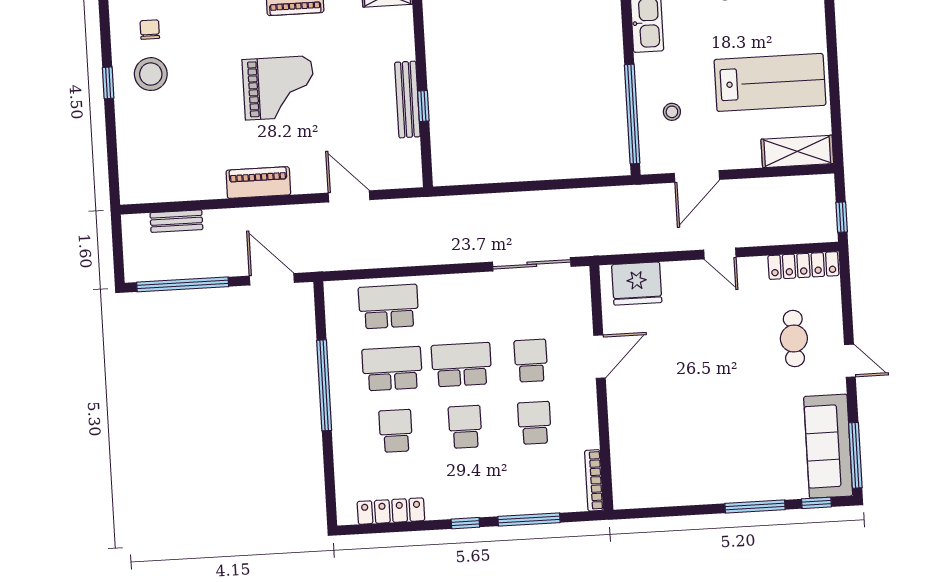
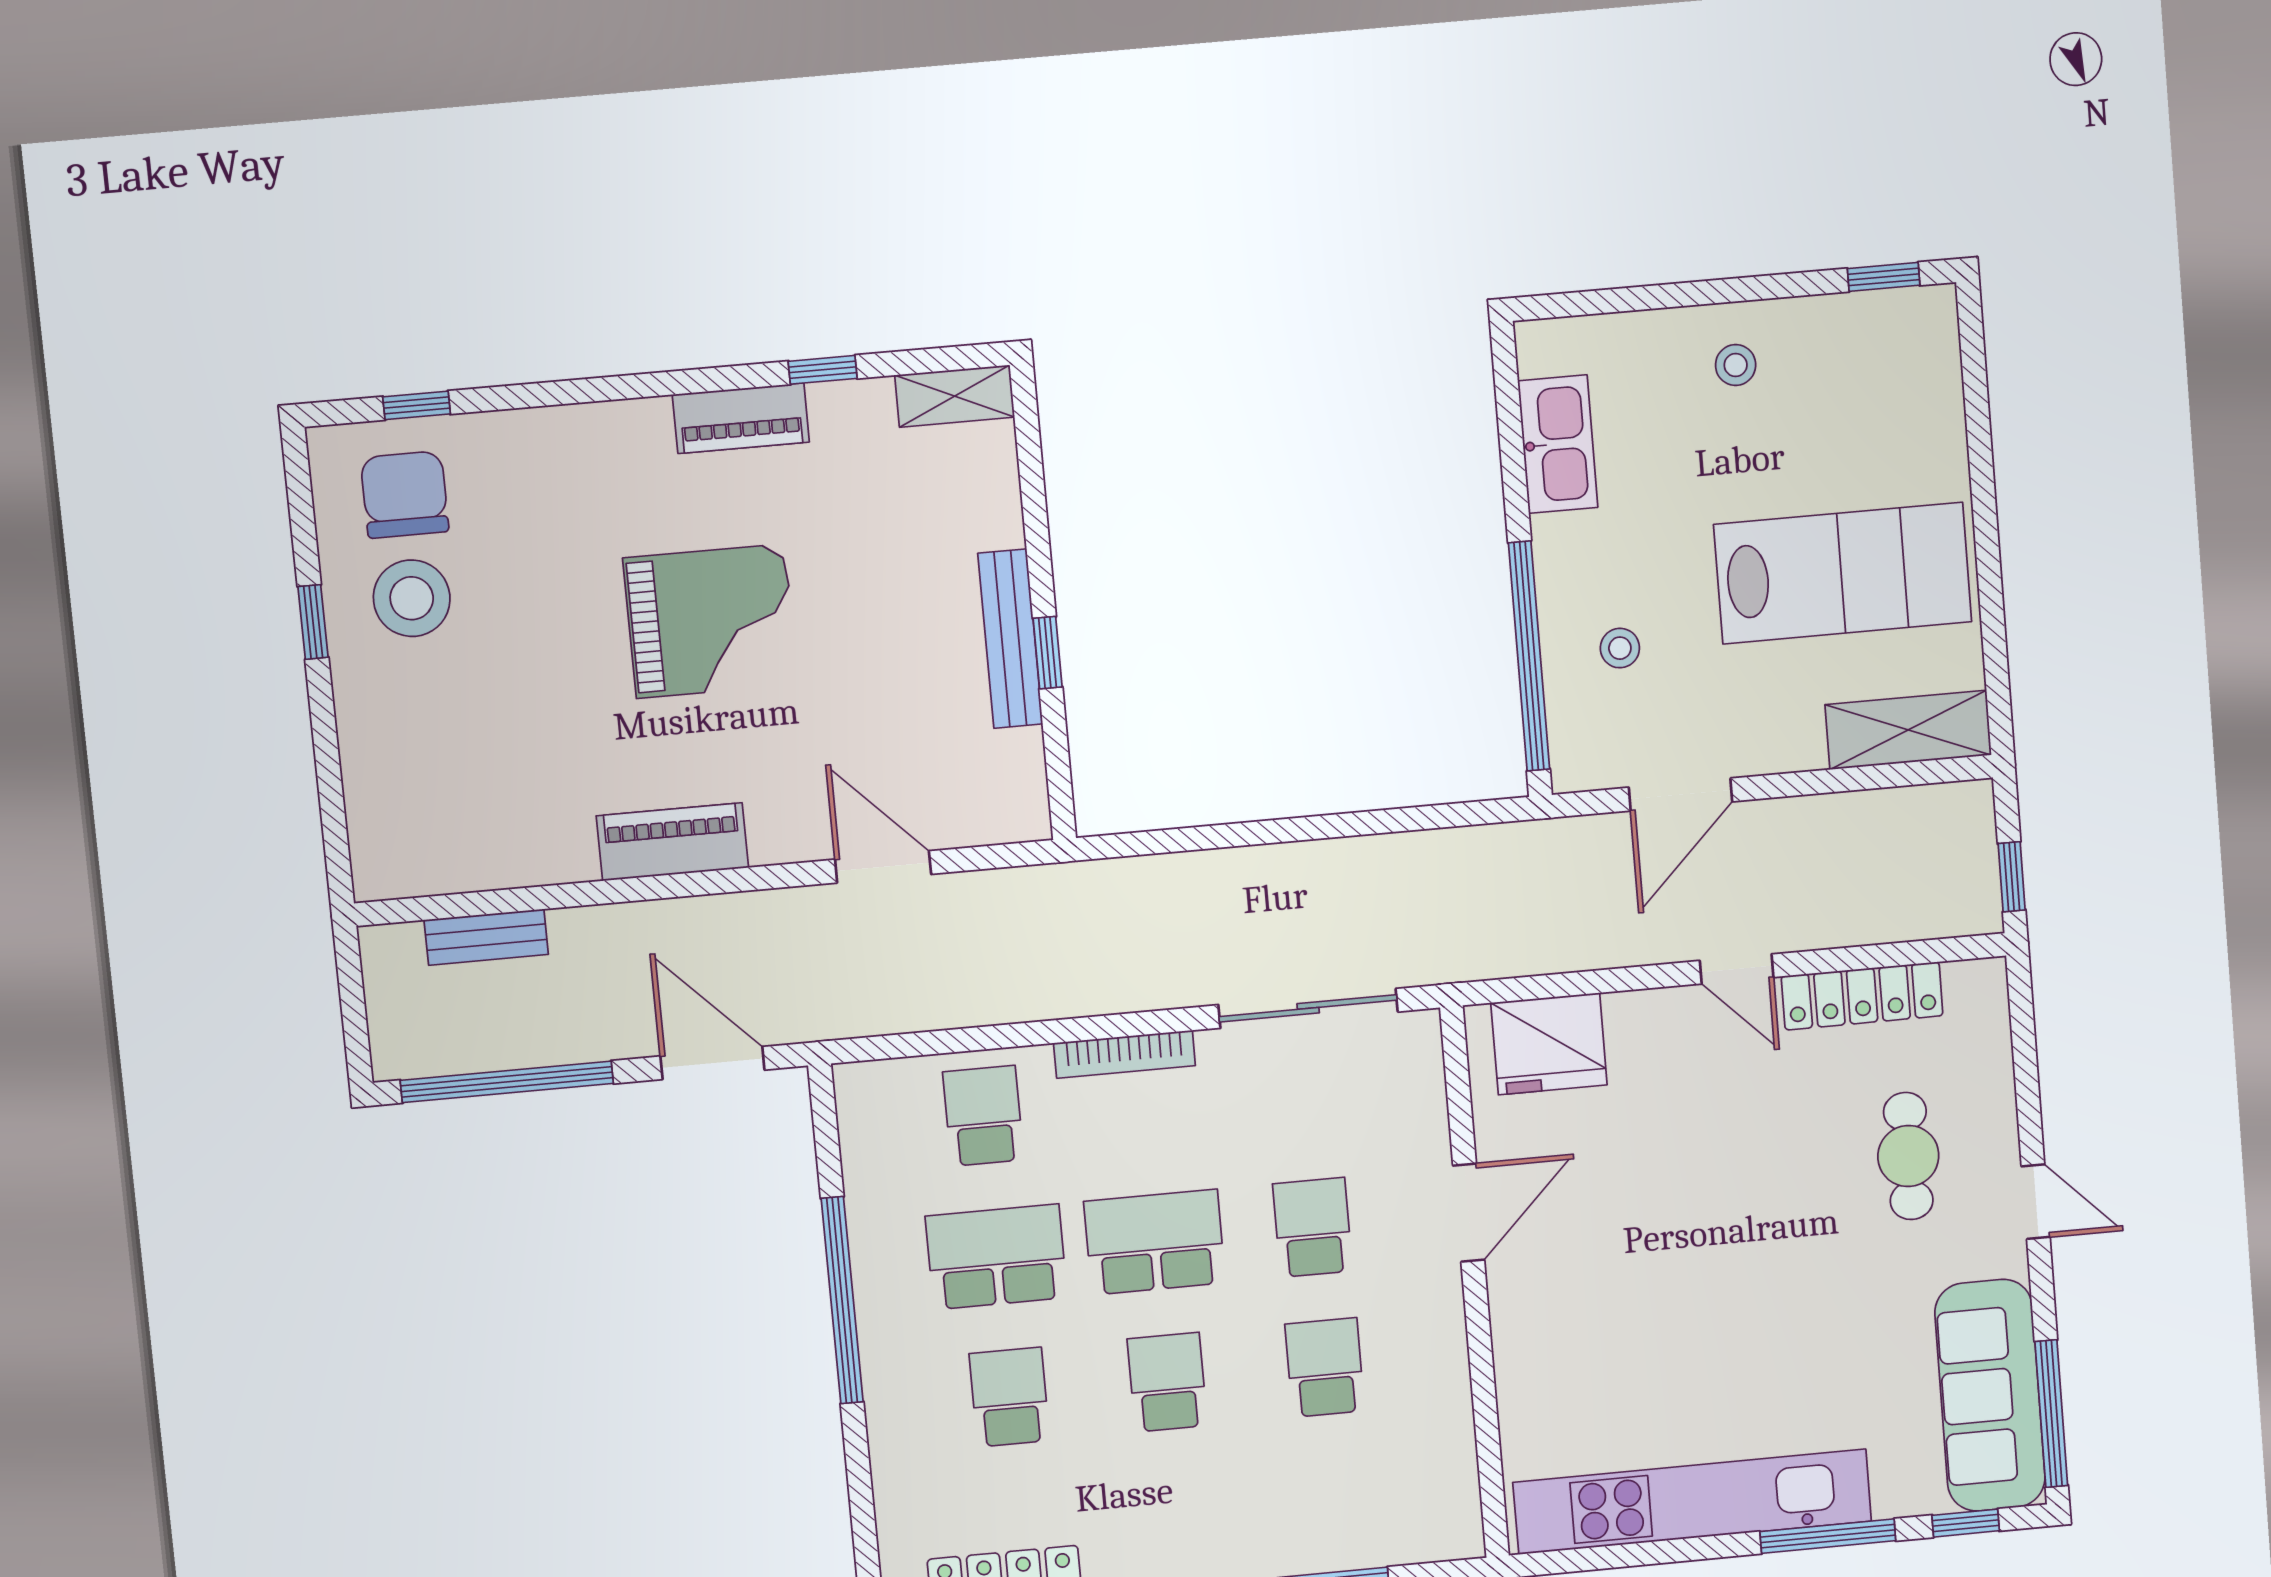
chair: (150, 30) -> (405, 495), width x1.87, depth x1.87
locker: (803, 266) -> (1862, 996), moved
school desk: (389, 307) -> (983, 1116), width x0.54
bookcase: (594, 480) -> (1124, 1054), moved, turned -90
kitchen unit: (695, 489) -> (1692, 1502), added

